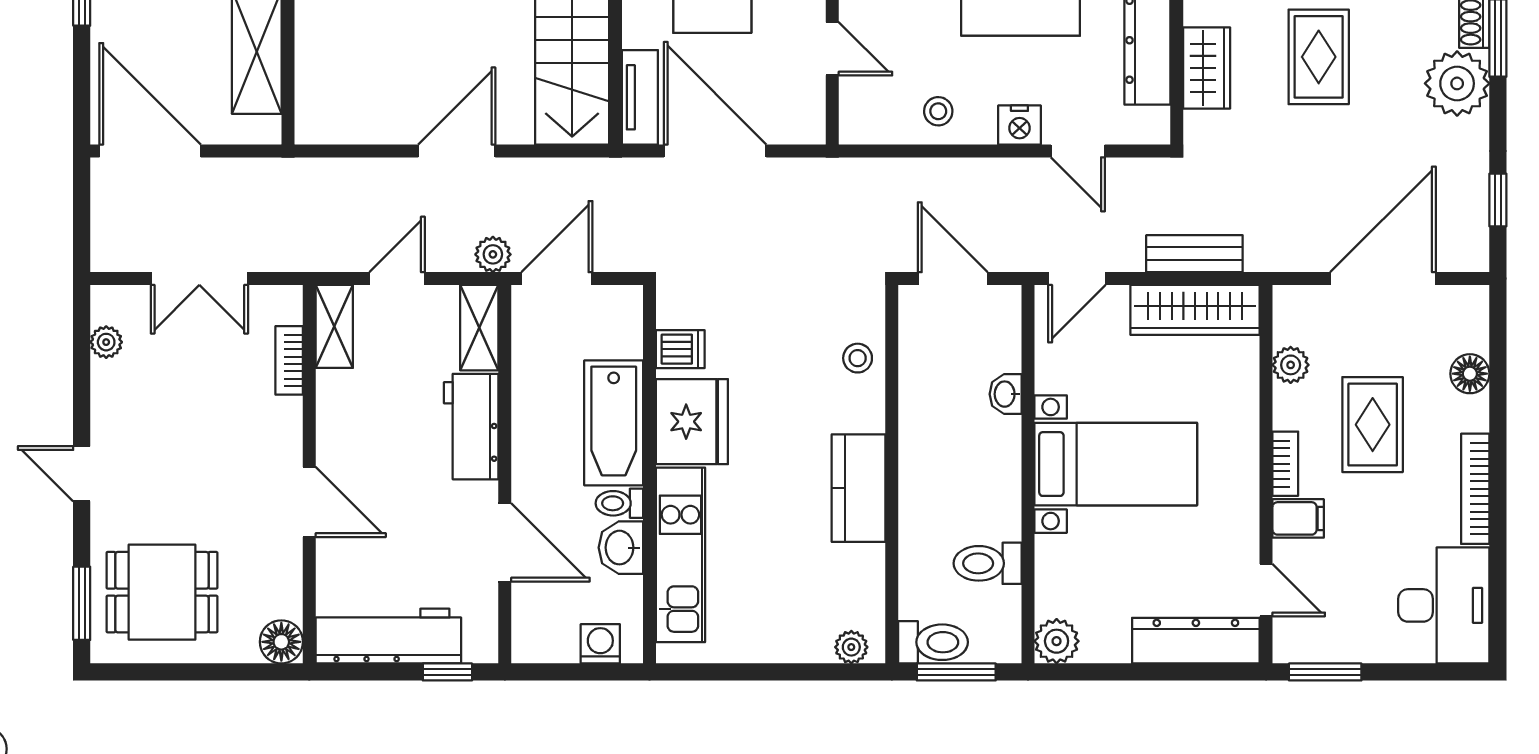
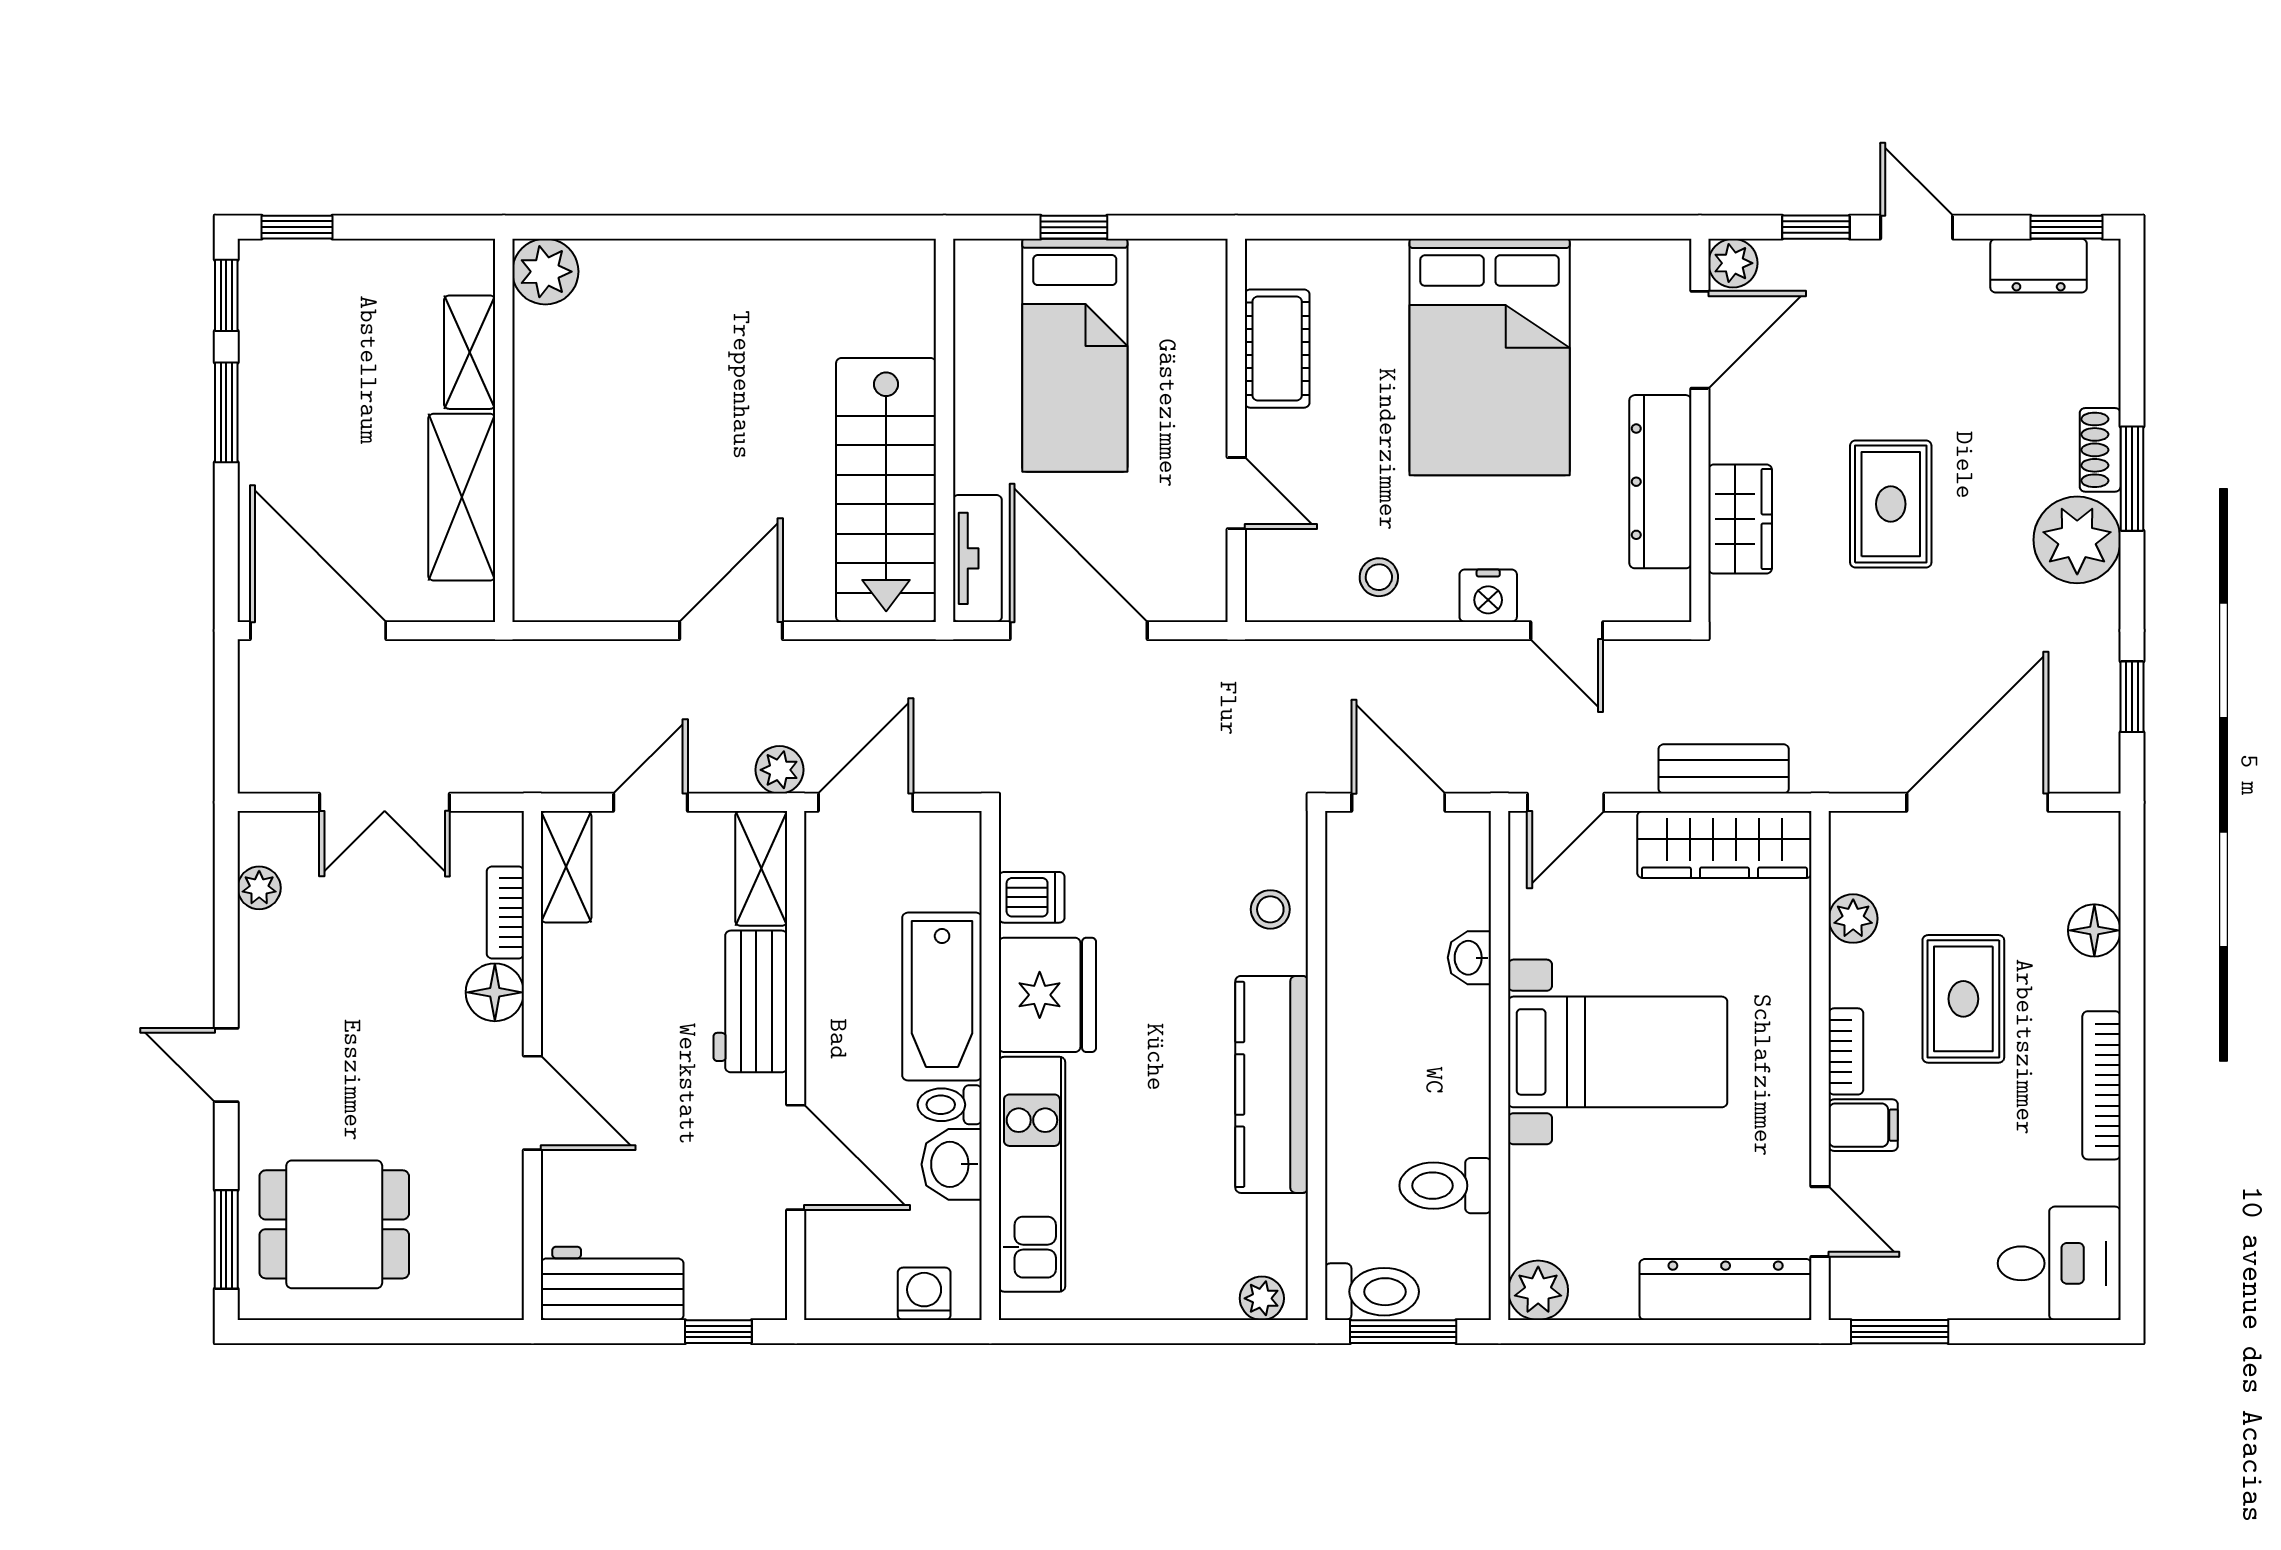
kitchen counter: (859, 488) -> (1272, 1084), width x1.50
desk: (1444, 605) -> (2059, 1263), width x0.73
workbench: (388, 636) -> (612, 1283), width x0.73
floor lamp: (281, 642) -> (495, 992), moved

